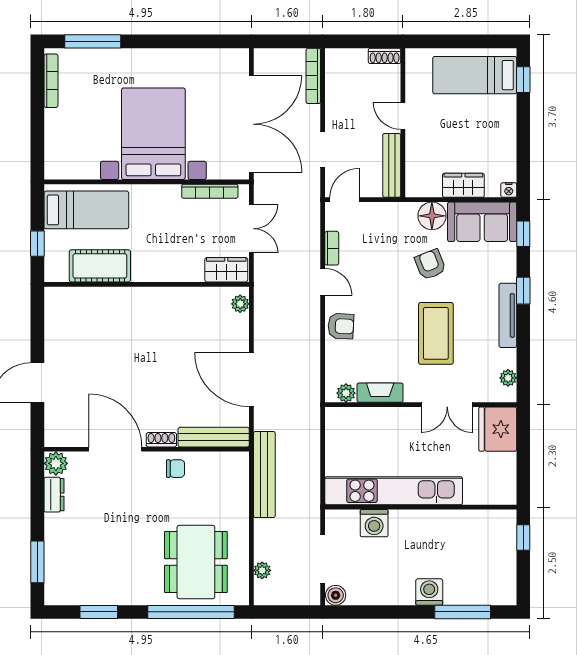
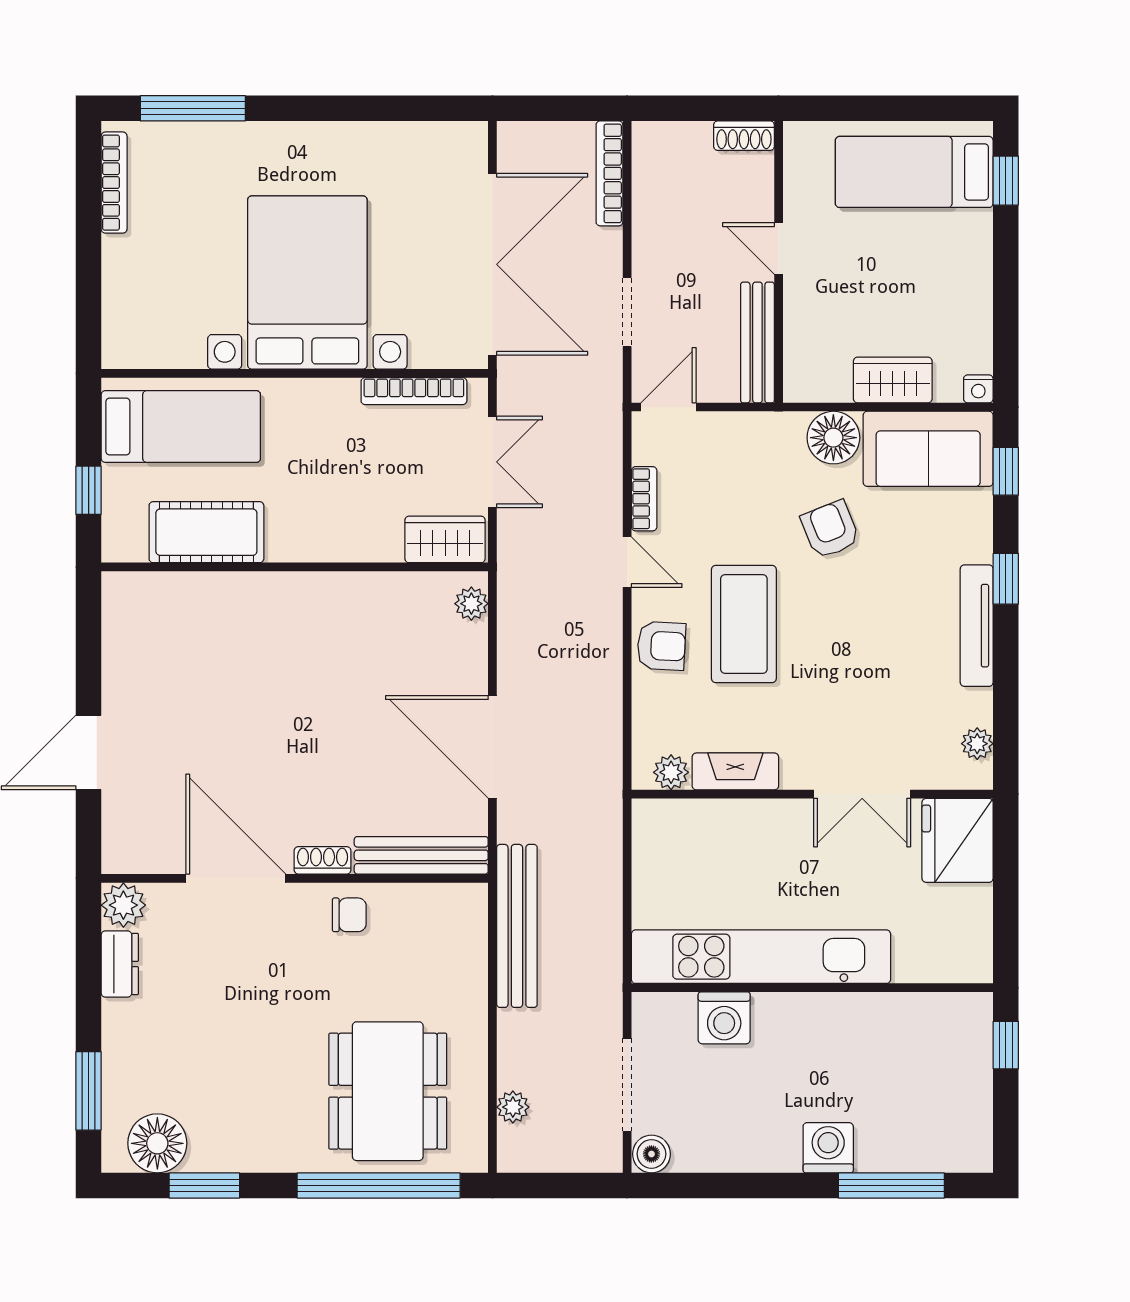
coffee table: (436, 333) -> (744, 624), moved
floor lamp: (74, 590) -> (157, 1143), added

